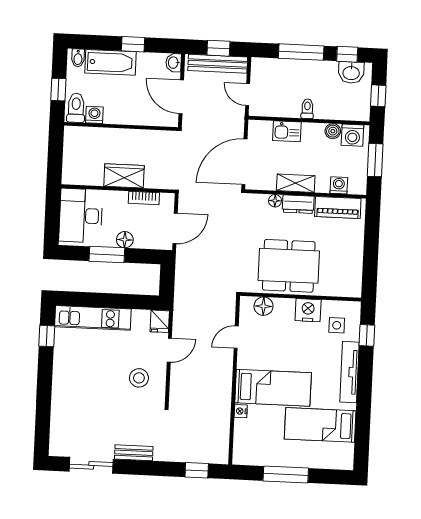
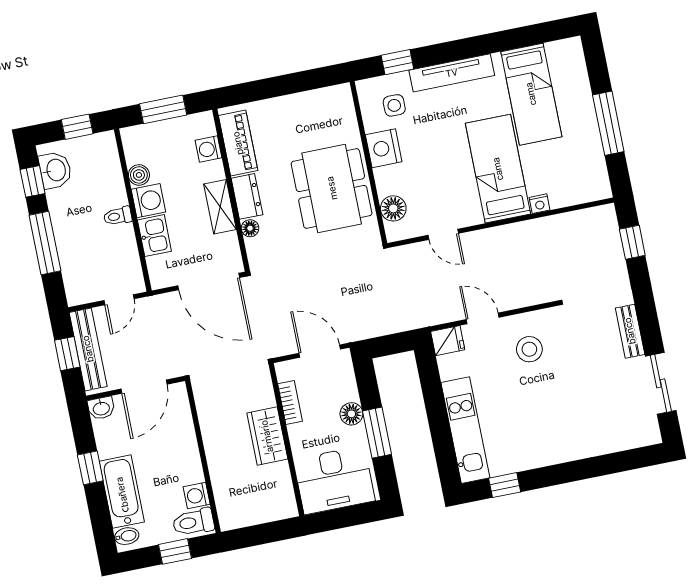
washing machine: (352, 135) -> (148, 201), moved

